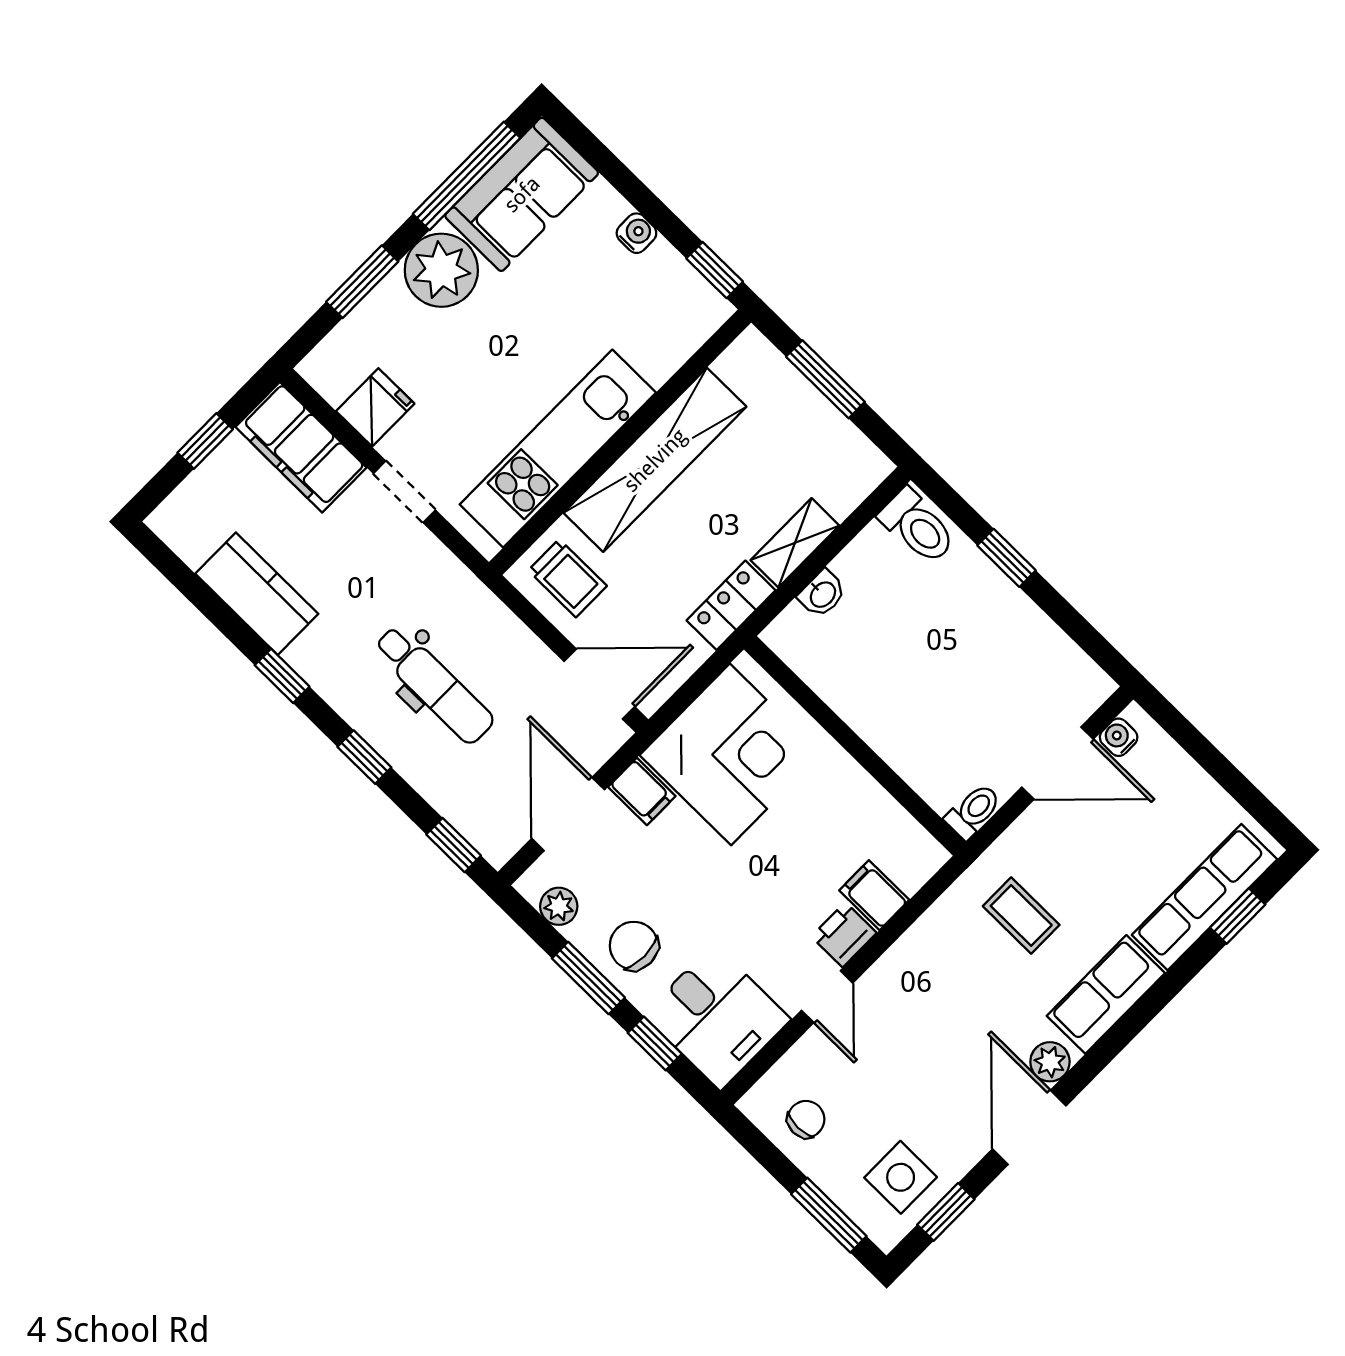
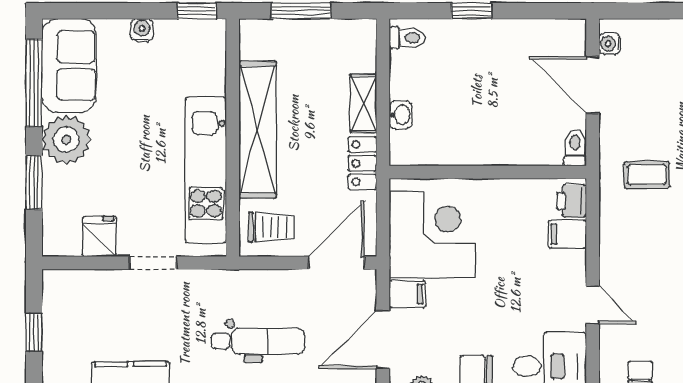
filing cabinet: (301, 447) -> (83, 290), removed
toilet: (918, 526) -> (407, 38), width x0.73, depth x0.72
door: (1057, 763) -> (593, 85), swing flipped
door: (568, 814) -> (383, 340), hinge flipped
printer: (844, 935) -> (571, 201), moved

